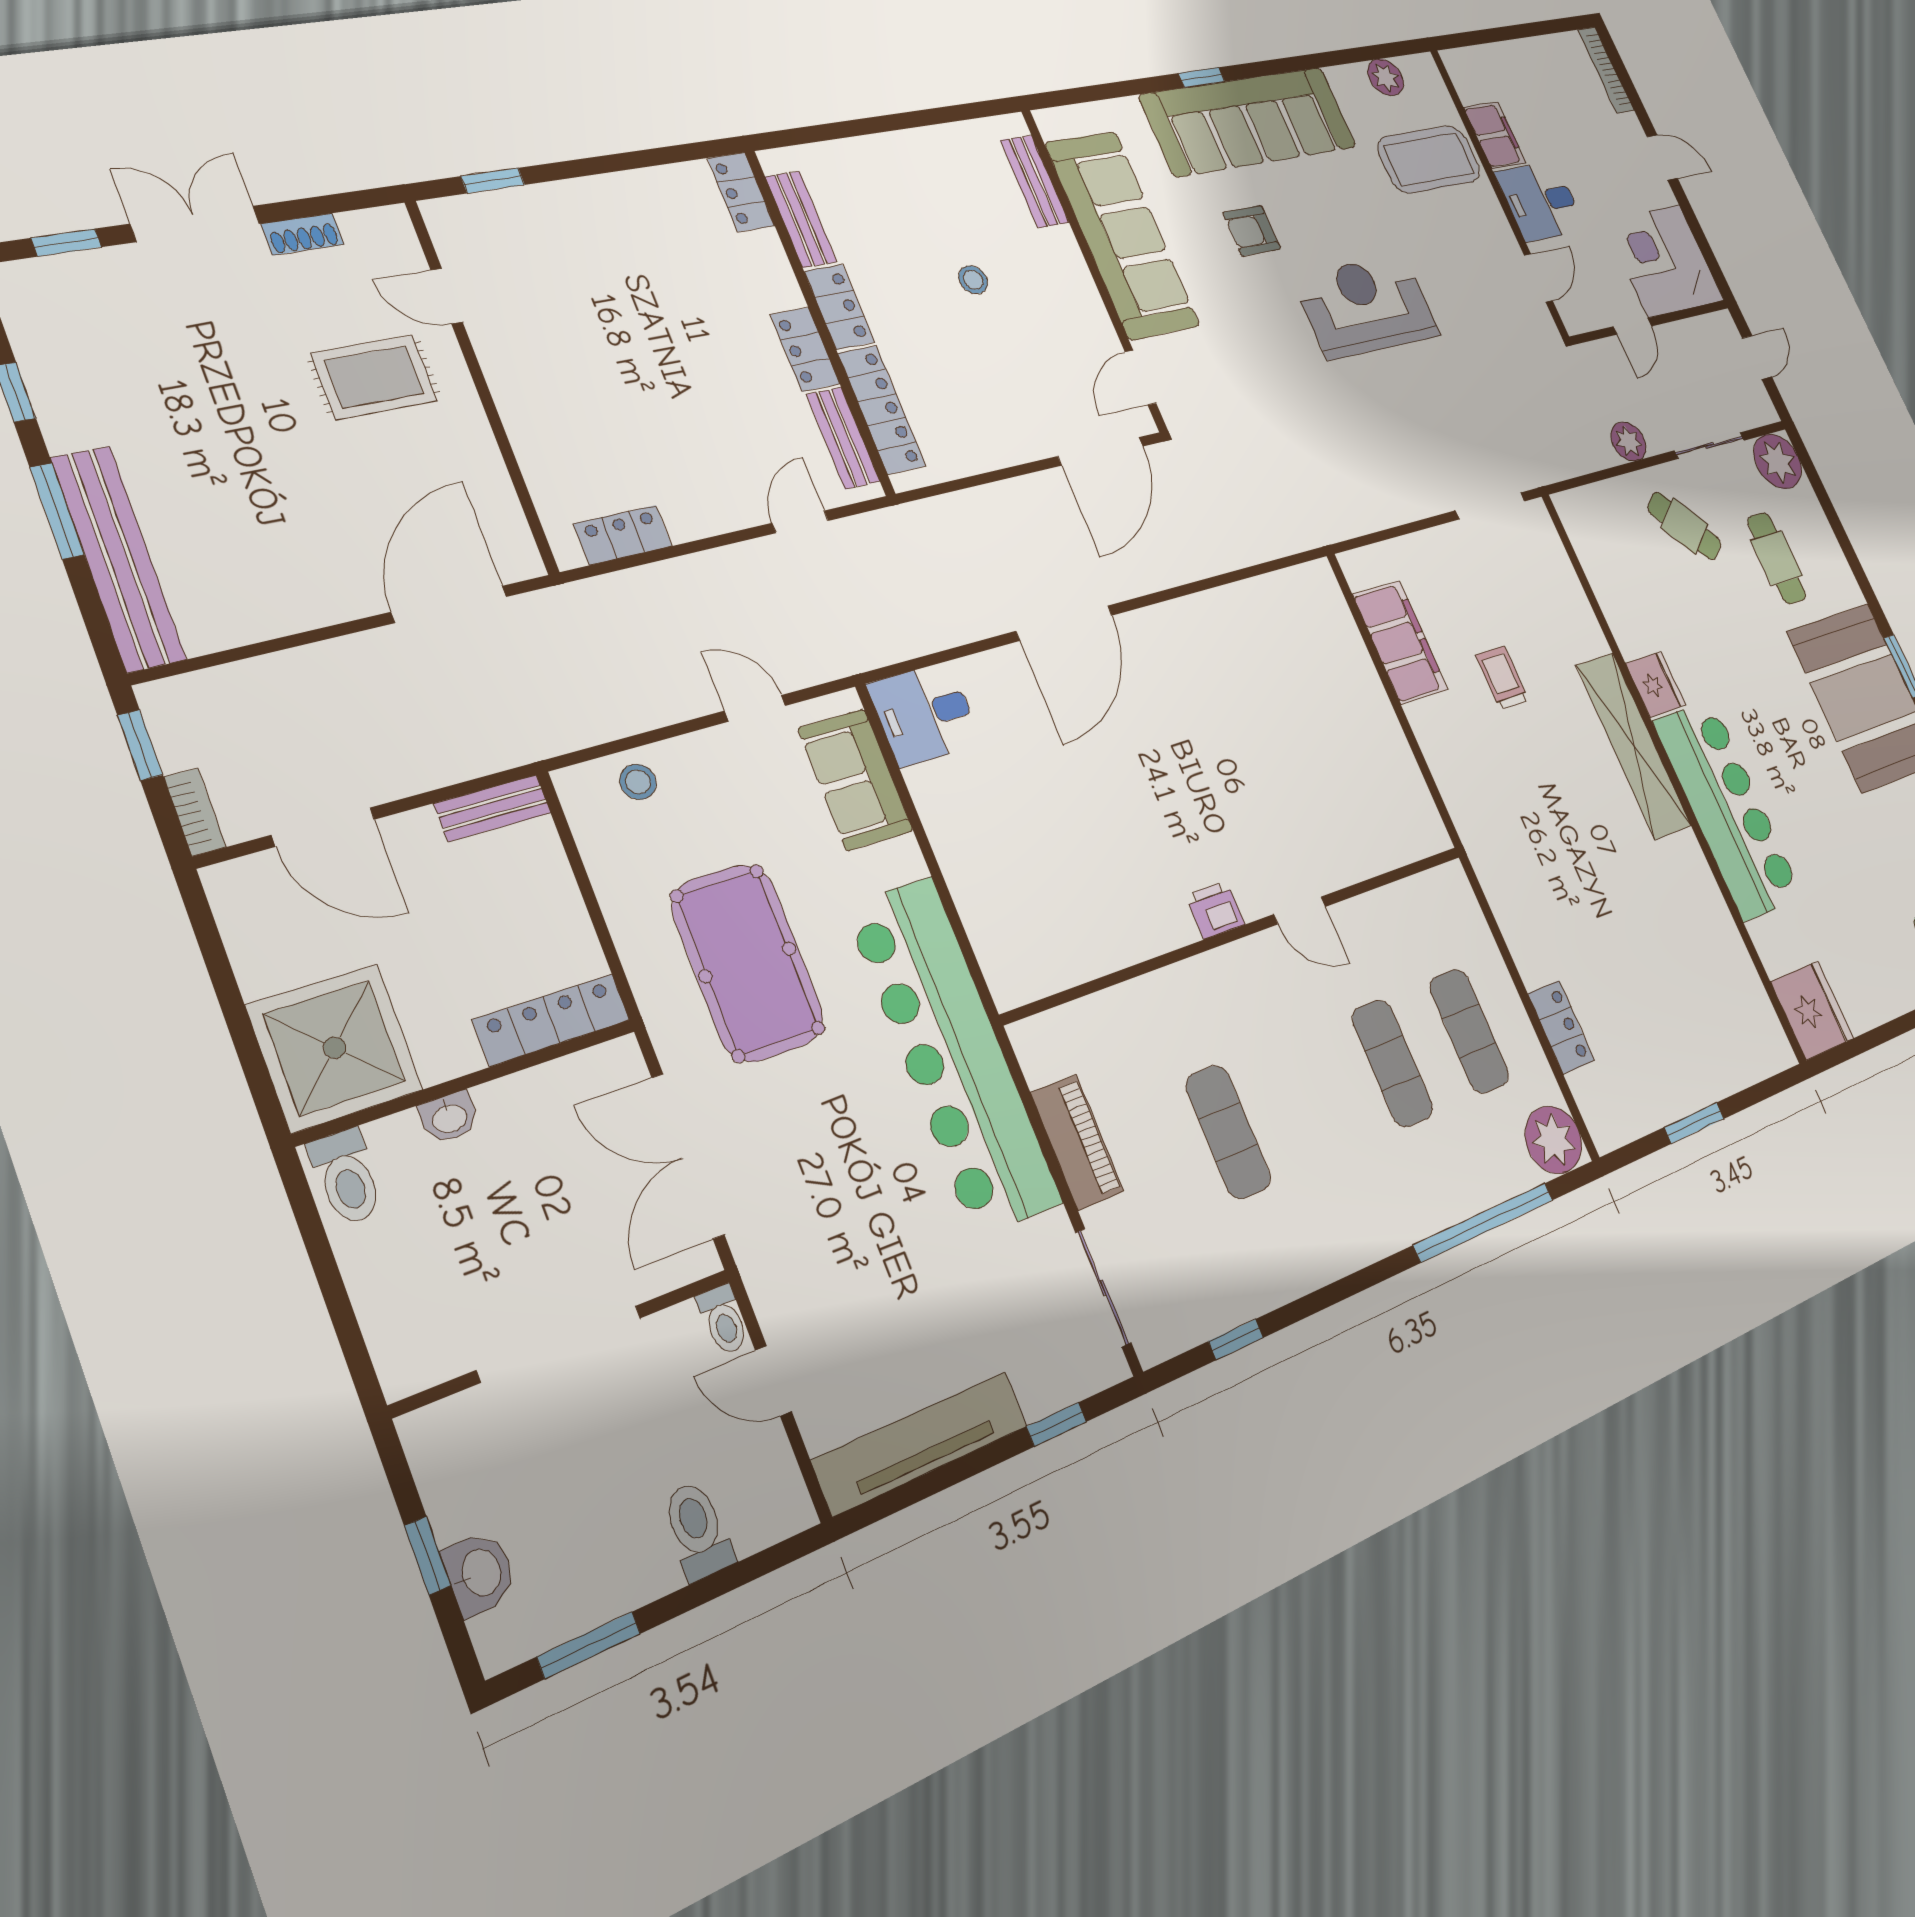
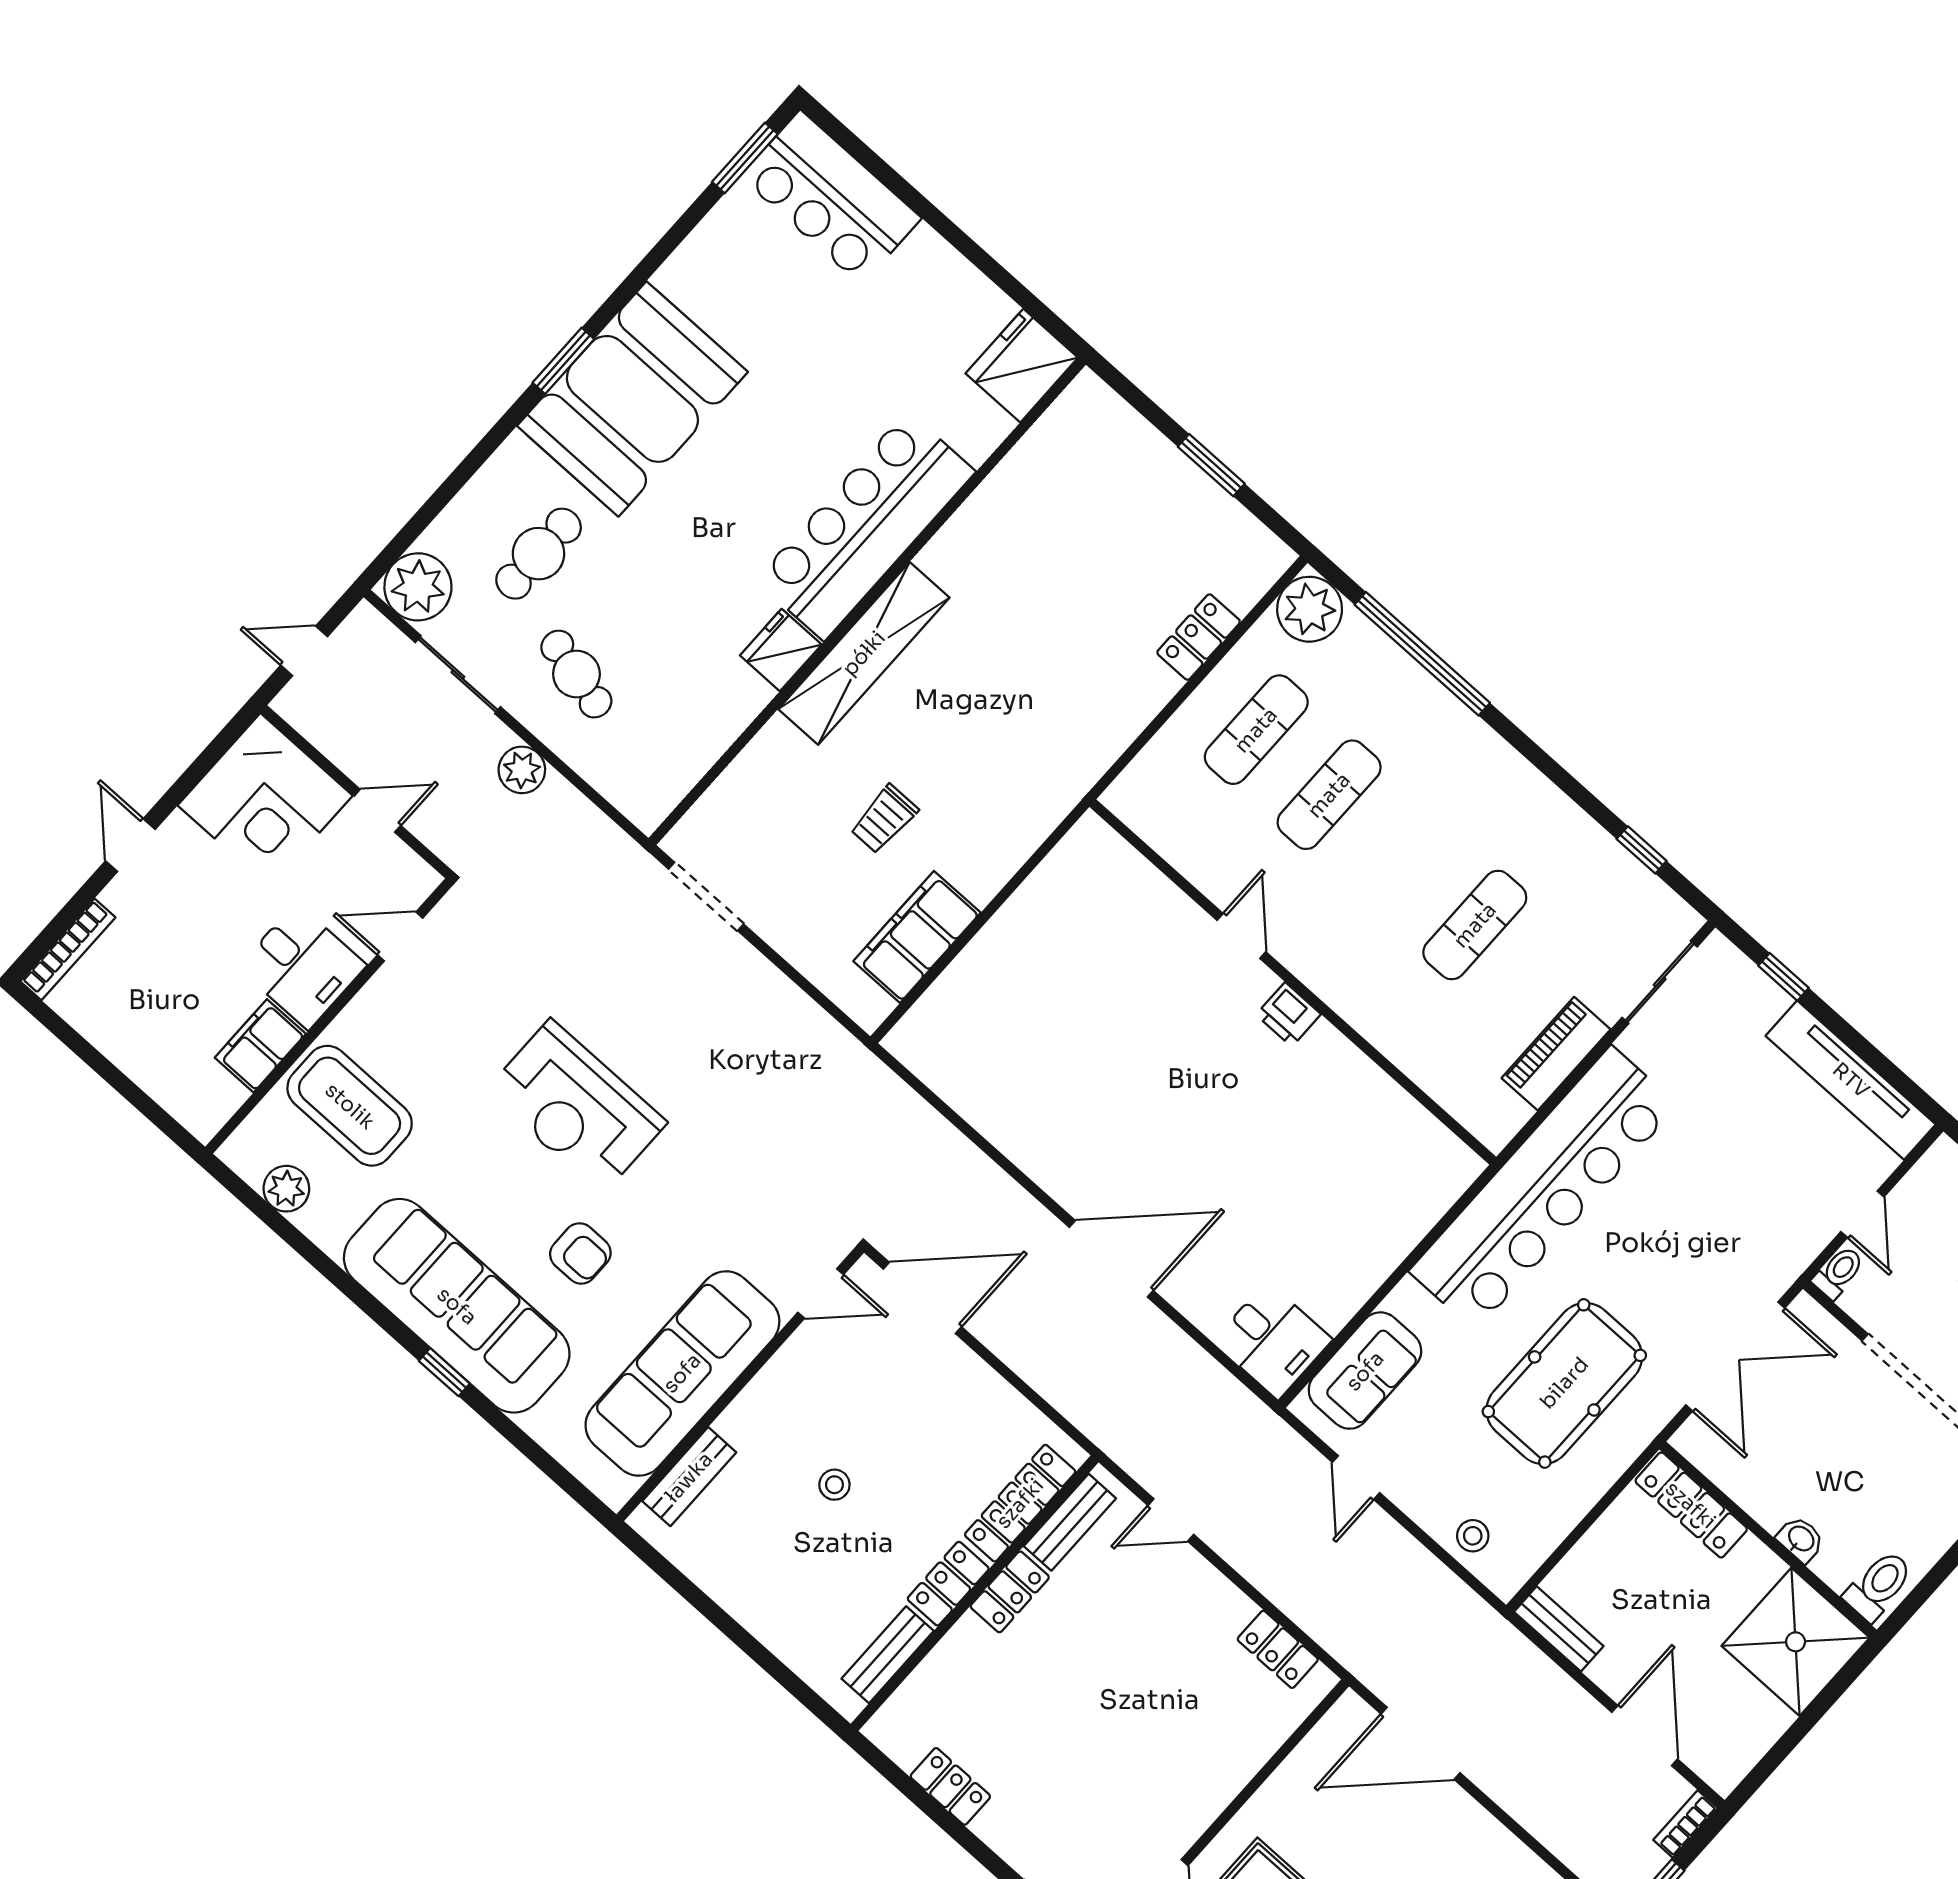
locker: (741, 192) -> (950, 1786), moved, turned -90
cafe table: (1684, 526) -> (576, 674), turned -38

